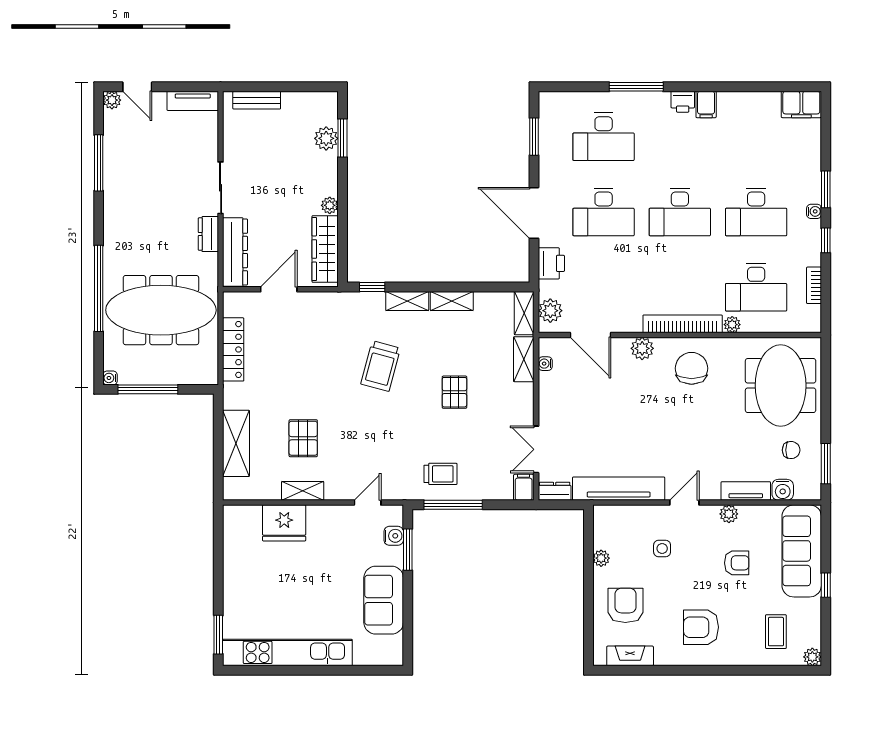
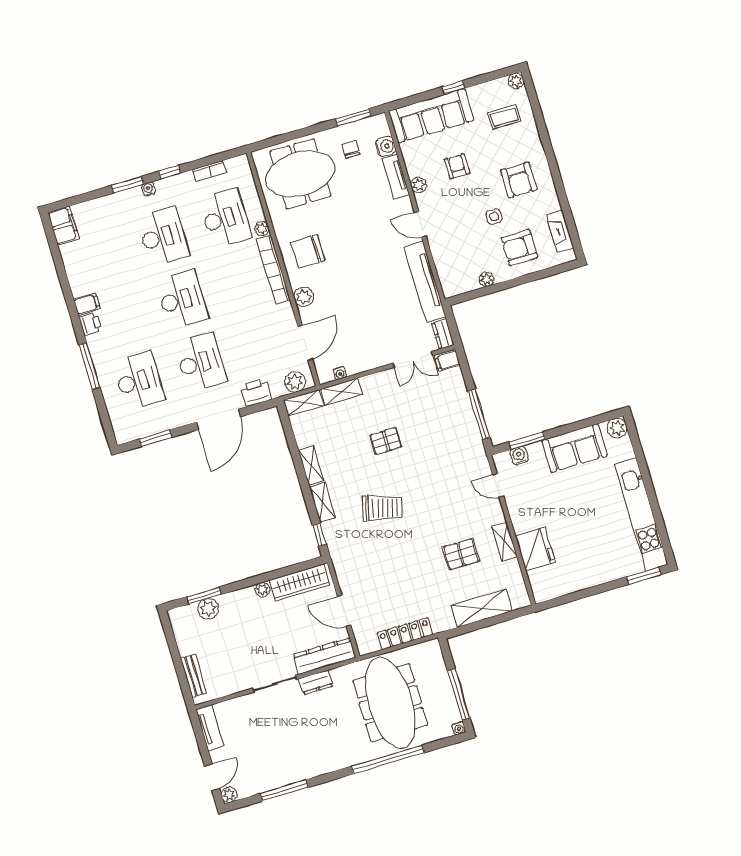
trolley: (441, 474) -> (456, 432), removed
side table: (662, 548) -> (494, 217), moved
plant: (392, 654) -> (617, 428), added

